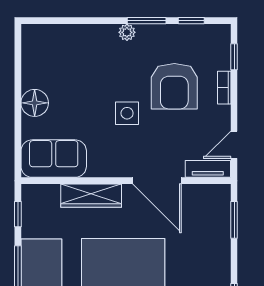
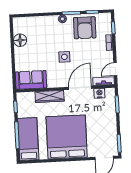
armchair: (174, 86) -> (85, 28), moved
floor lamp: (35, 103) -> (20, 40), moved
door: (157, 181) -> (80, 88), swing flipped
nightstand: (198, 194) -> (99, 93), added

